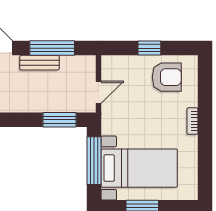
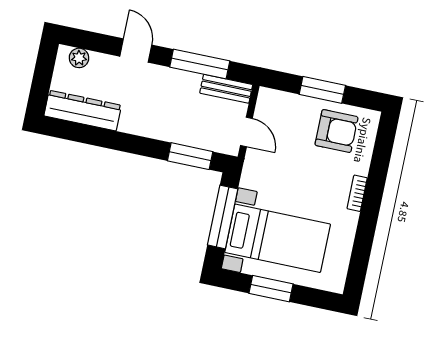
window: (149, 48) -> (322, 90), width x1.50
bench: (39, 63) -> (226, 89), moved
door: (98, 92) -> (246, 132), hinge flipped

